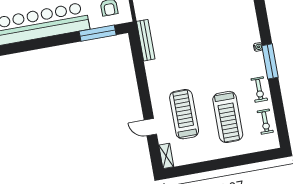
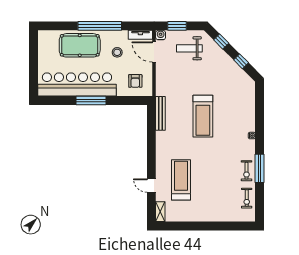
window: (98, 33) -> (91, 101), moved
window: (270, 61) -> (260, 168), moved
treadmill: (228, 117) -> (203, 116), moved

